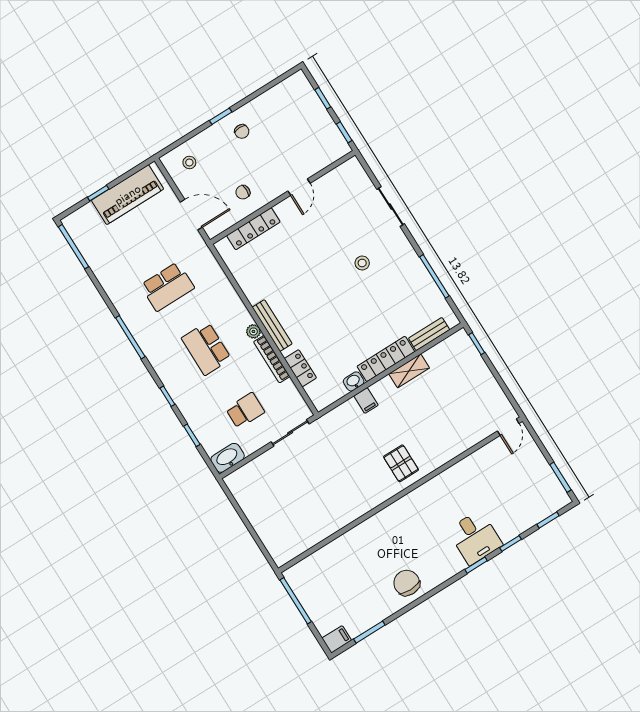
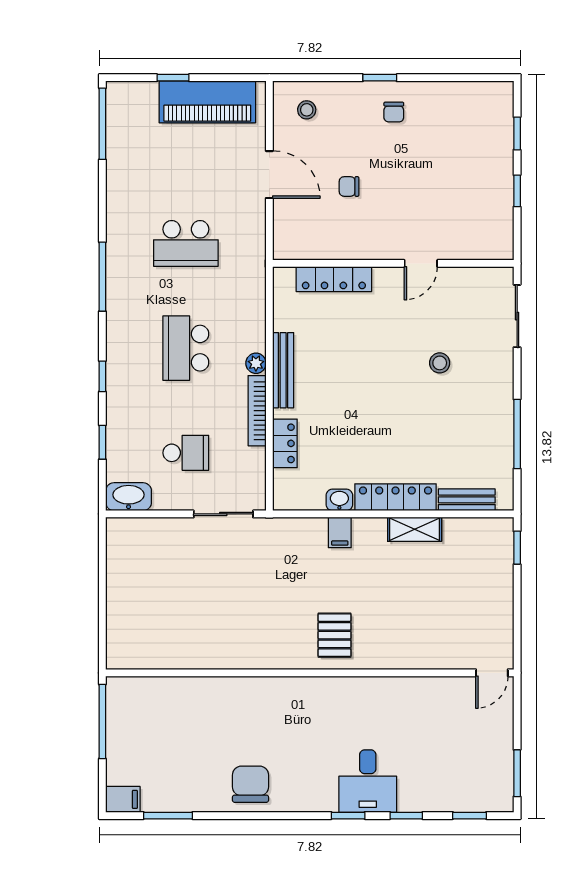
door: (299, 187) -> (421, 263), moved
wall: (283, 197) -> (393, 263), moved
locker: (253, 229) -> (334, 279), moved

